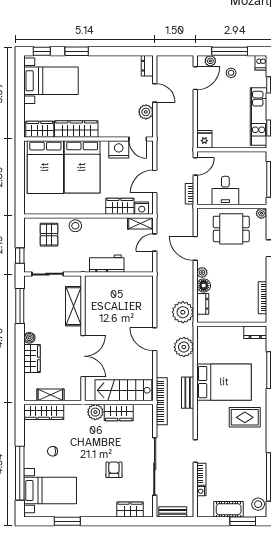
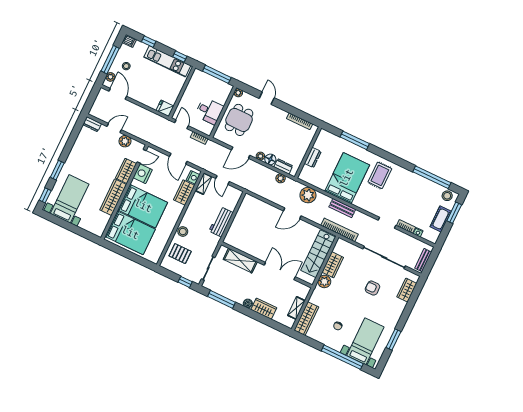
wardrobe: (40, 129) -> (126, 171), moved
plant: (183, 312) -> (281, 178), width x0.53, depth x0.53
dresser: (255, 332) -> (313, 158), moved

